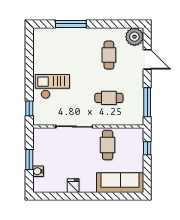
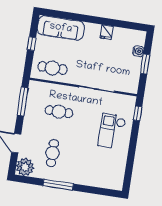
window: (71, 24) -> (58, 185), moved
checkout: (52, 86) -> (112, 131), turned 90
cafe table: (108, 145) -> (52, 68), moved, turned 90
window: (147, 148) -> (32, 44), moved

